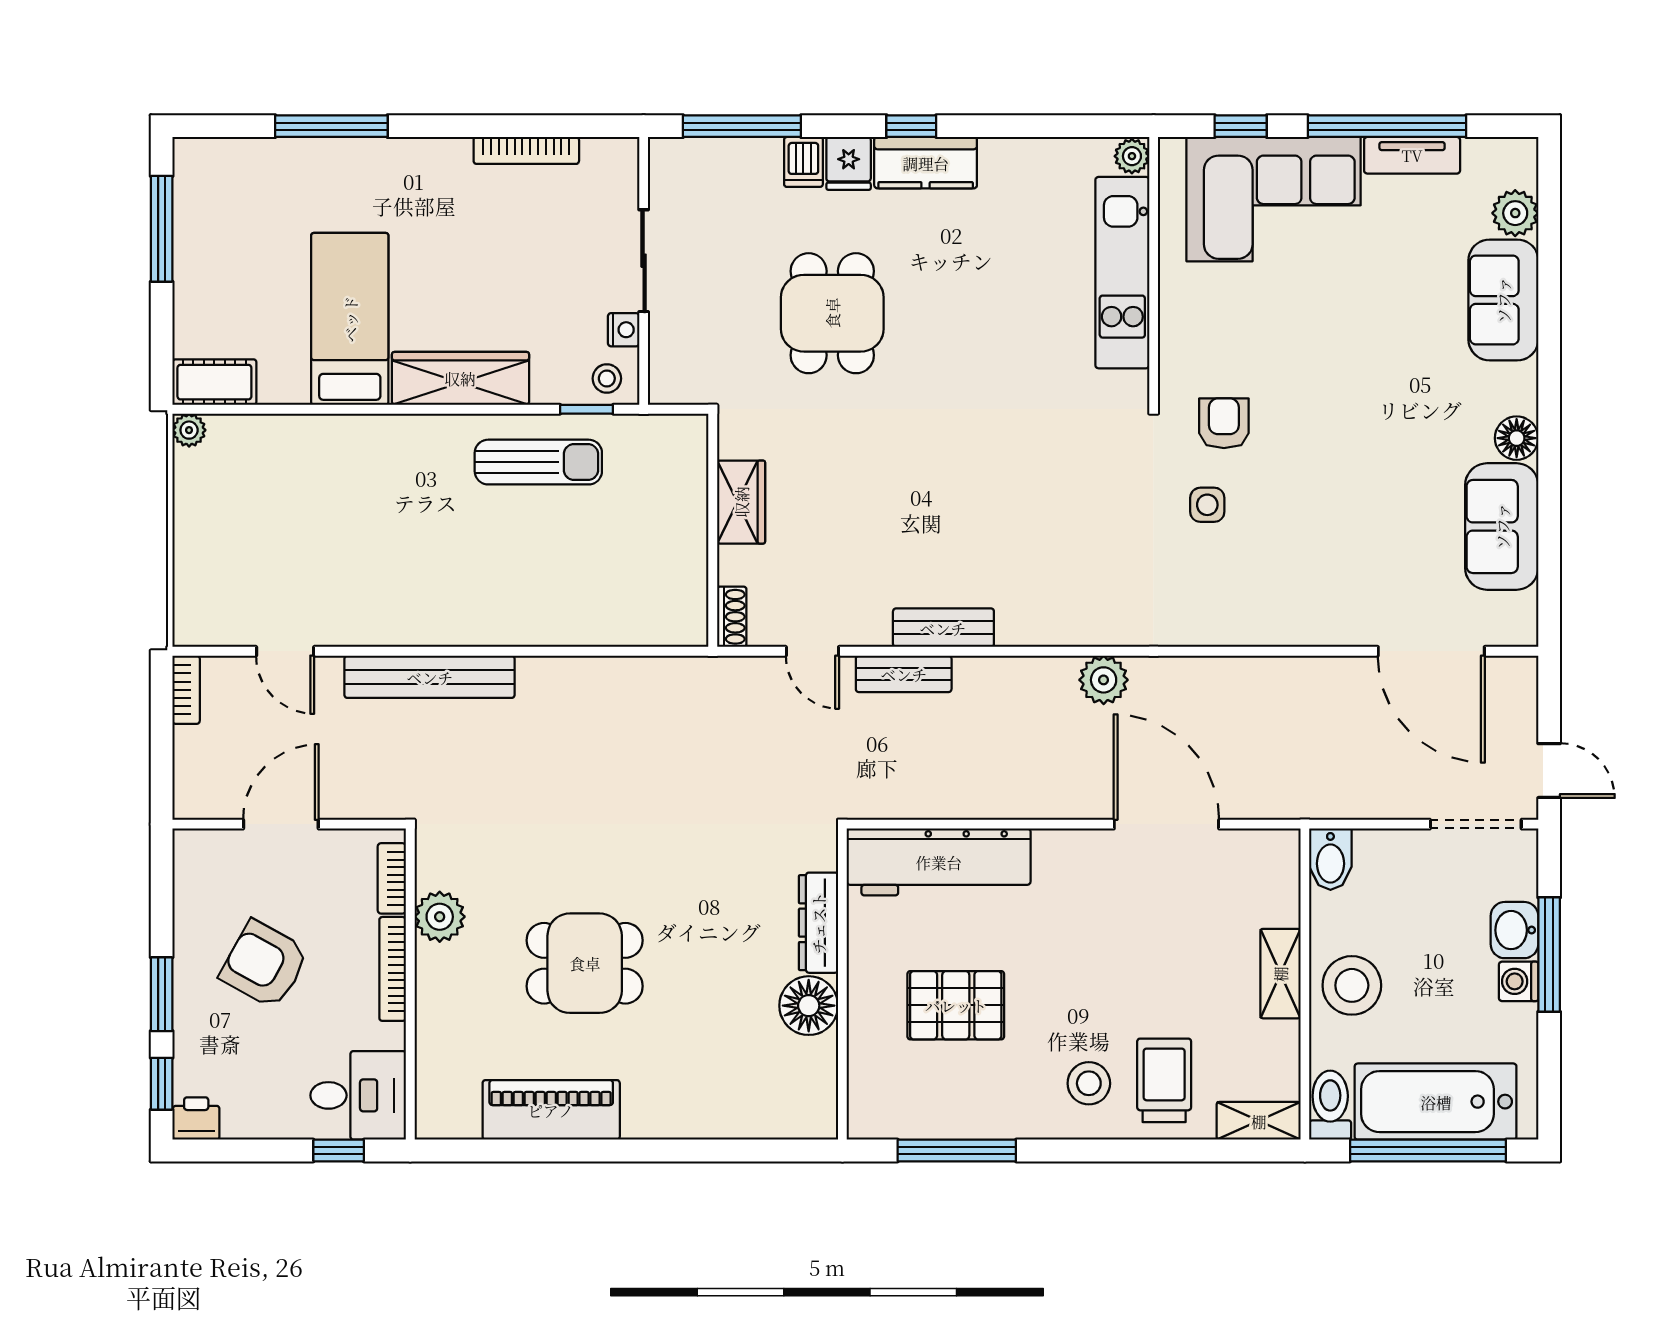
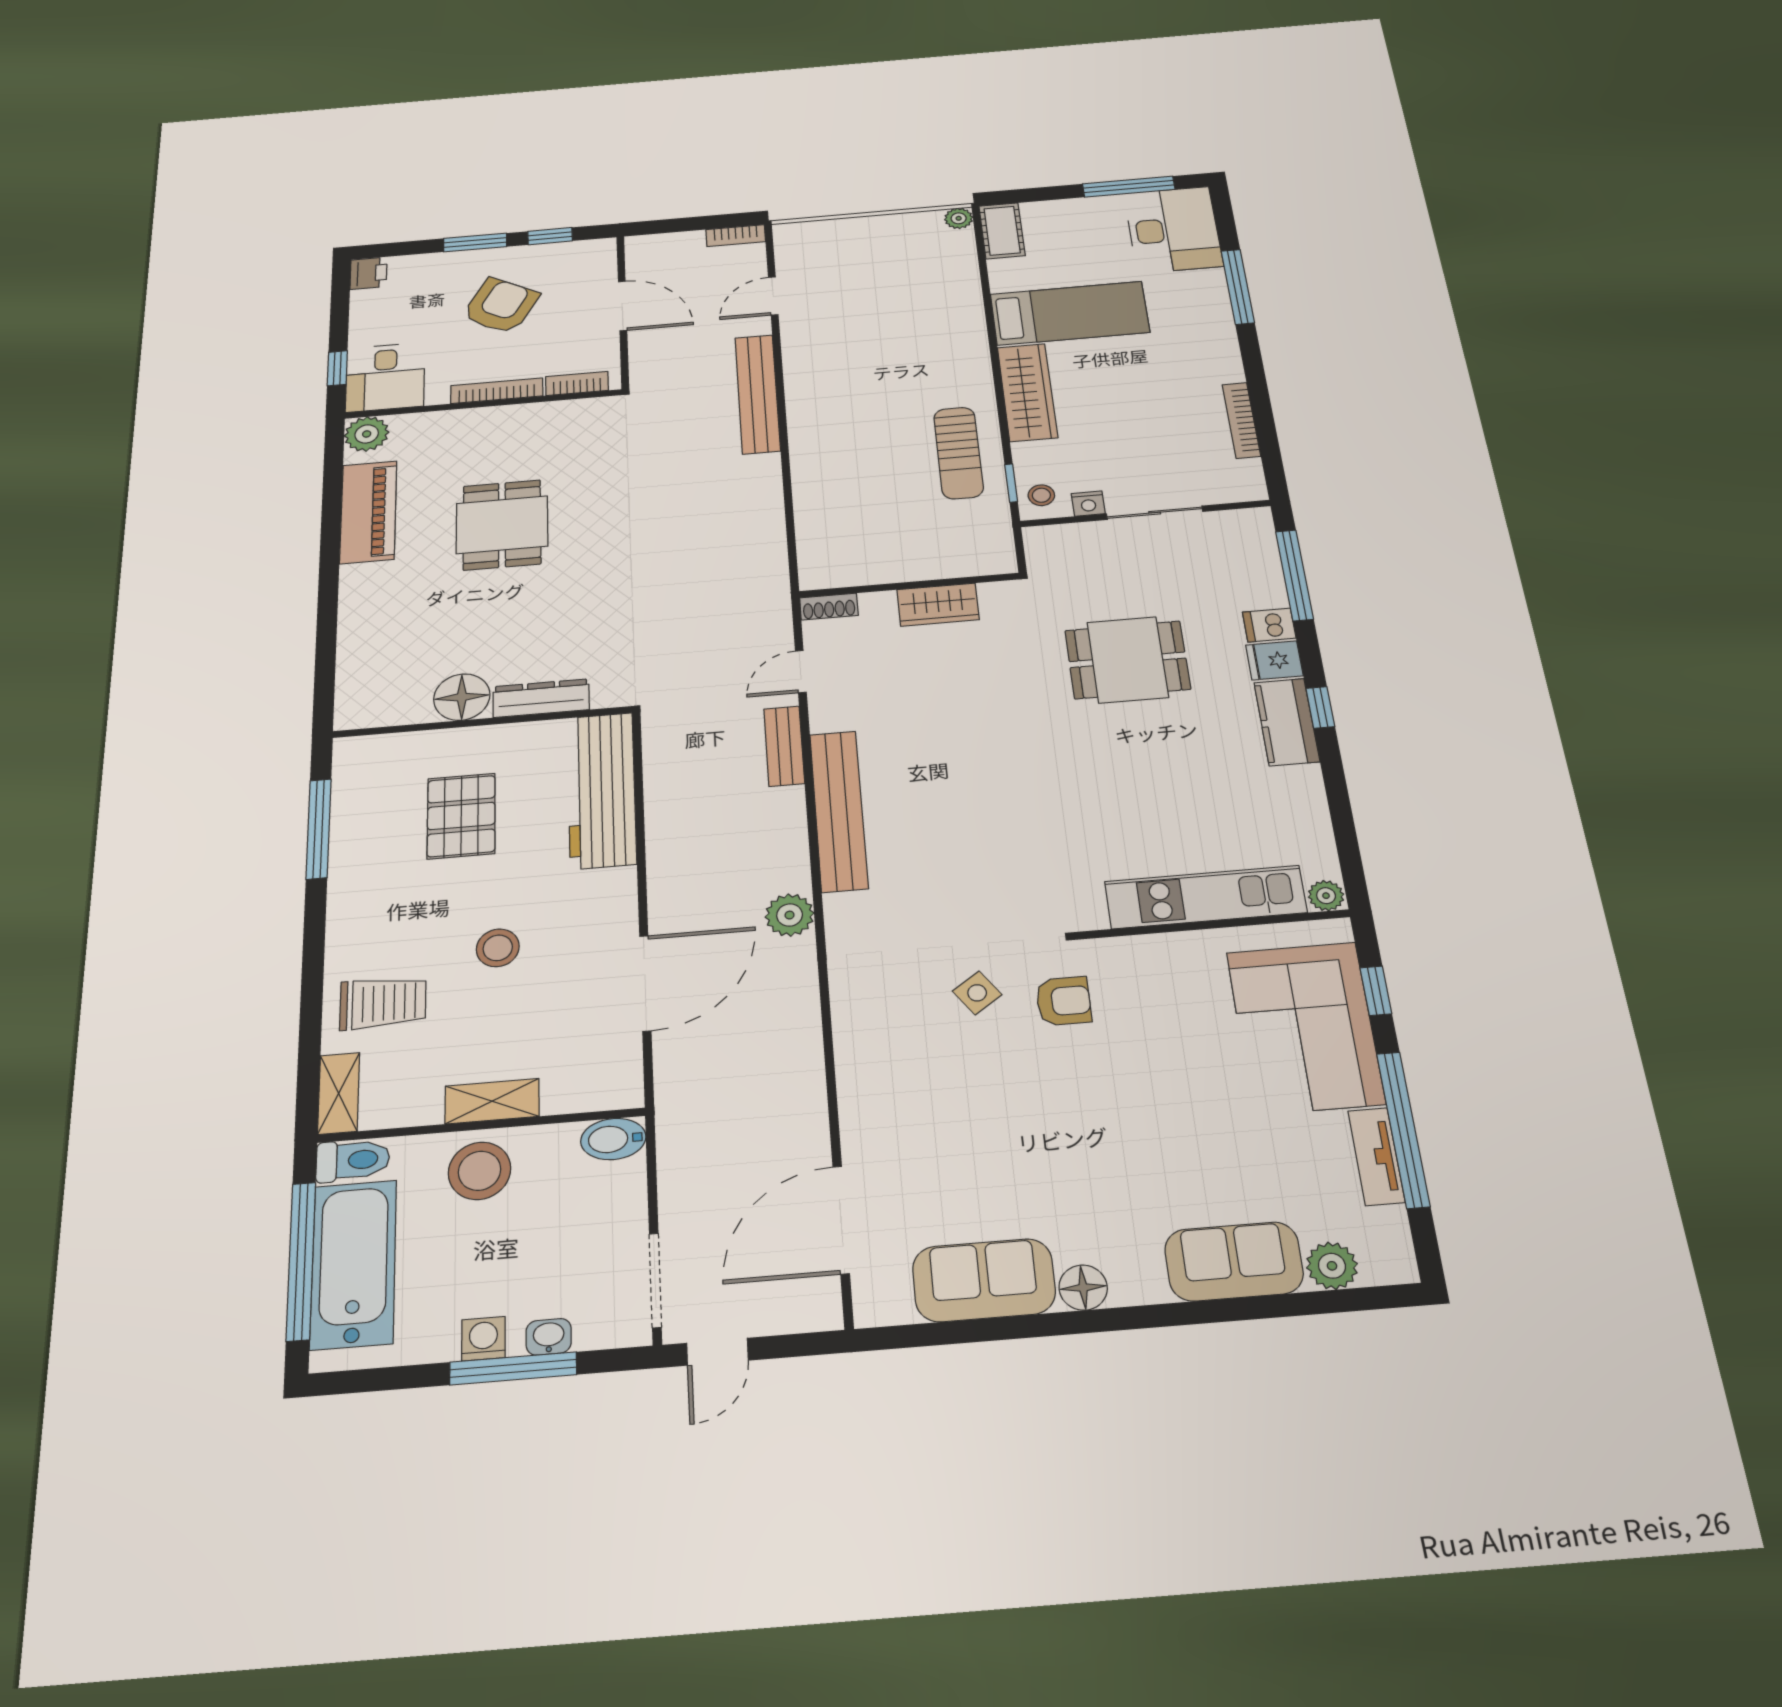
desk: (236, 187) -> (1173, 230), added
side table: (1207, 505) -> (977, 993), turned -35
bench: (943, 628) -> (839, 811), width x1.86, depth x1.21
plant: (440, 917) -> (367, 434), moved
washbasin: (1514, 930) -> (549, 1337), width x0.72, depth x0.69
stool: (1089, 1083) -> (498, 948), moved
window: (162, 1084) -> (550, 236), moved

